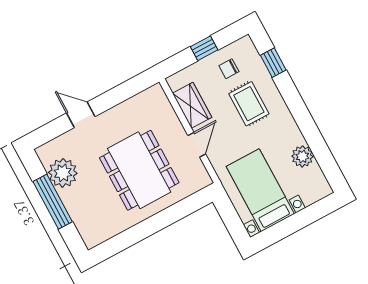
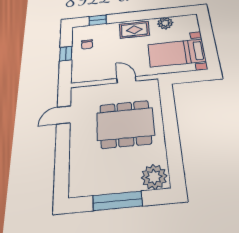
rug: (249, 104) -> (134, 30), moved
wardrobe: (192, 105) -> (98, 73), removed
door: (81, 115) -> (64, 115), moved
plant: (63, 173) -> (154, 177), moved

